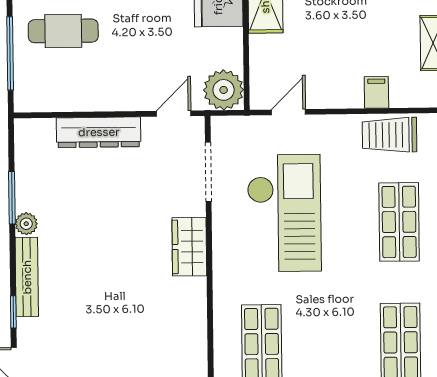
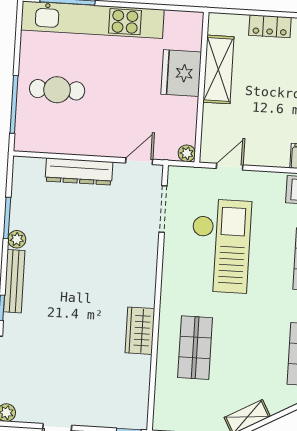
plant: (224, 90) -> (187, 153), width x0.53, depth x0.53
wardrobe: (189, 247) -> (140, 331), moved

